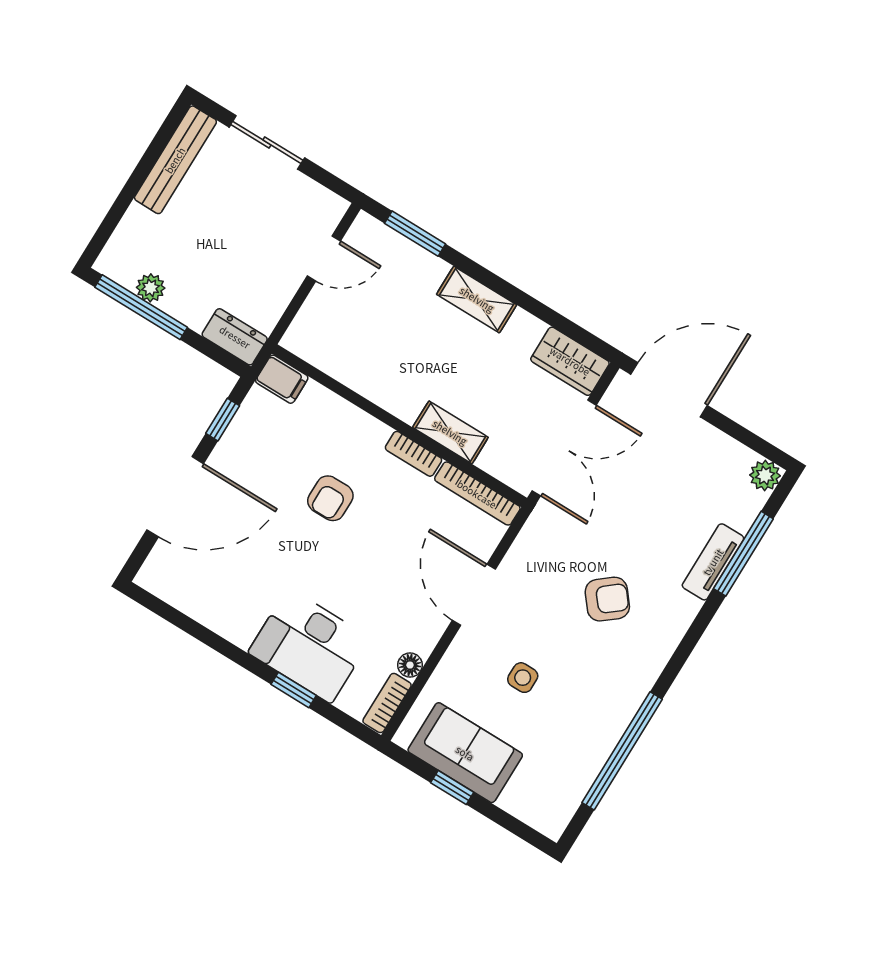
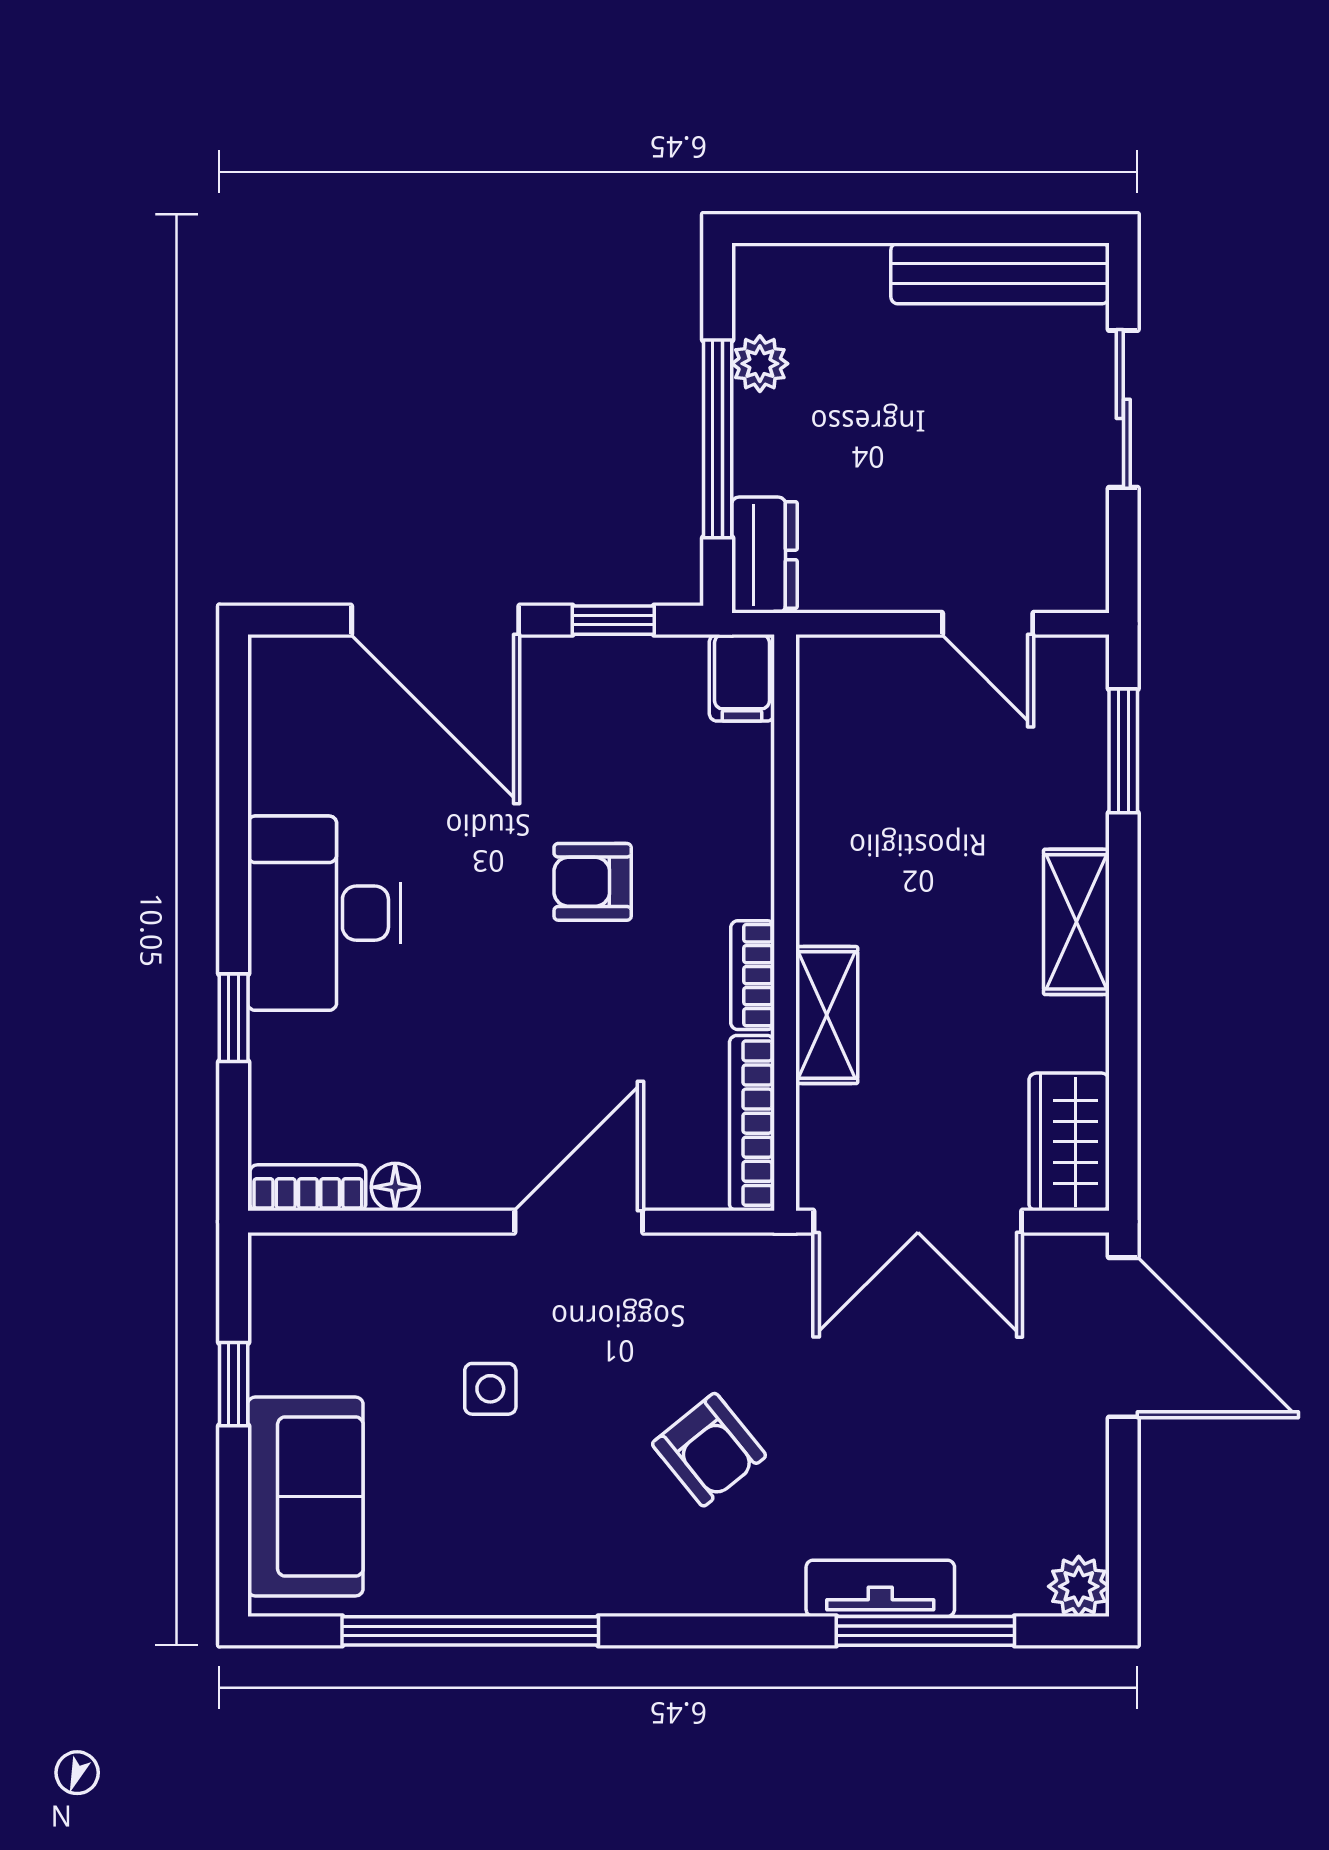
window: (141, 307) -> (718, 439), moved
desk: (310, 646) -> (324, 913), moved
sofa: (465, 753) -> (305, 1497), moved

